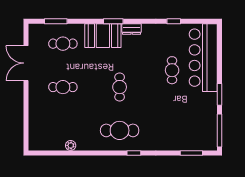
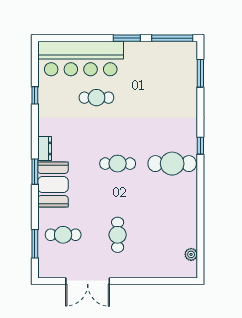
cafe table: (63, 44) -> (63, 235), turned 90
cafe table: (120, 130) -> (172, 164), turned 90
plant: (71, 145) -> (191, 254), moved

